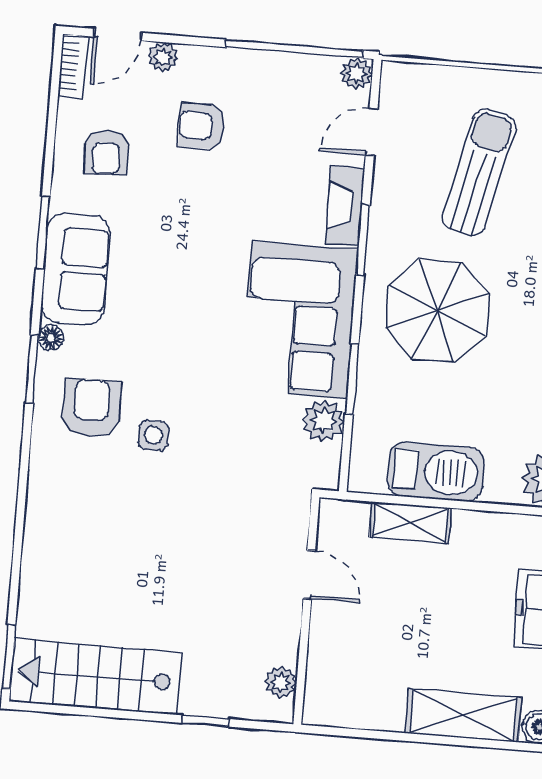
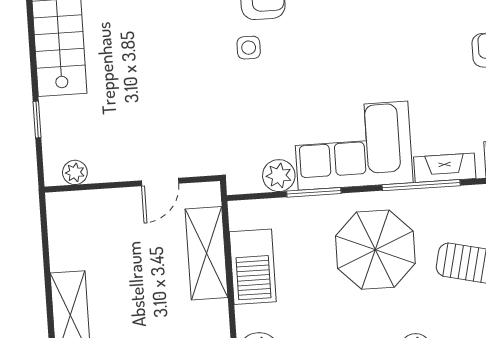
window: (363, 240) -> (421, 185), width x1.44
shelving: (410, 523) -> (206, 253), width x1.50, depth x1.33

